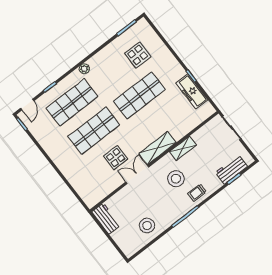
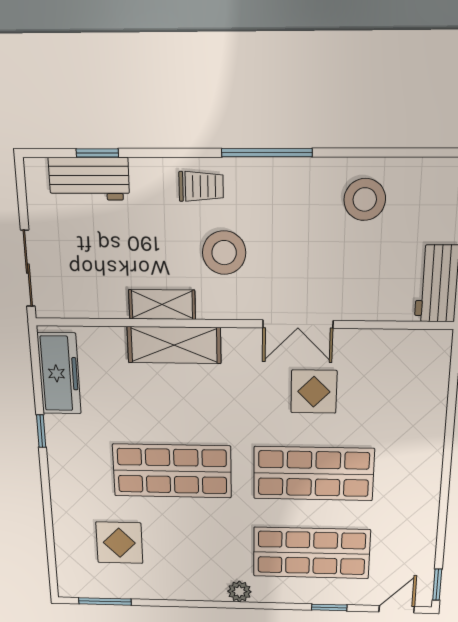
freezer: (192, 91) -> (59, 374), moved
shelving: (158, 148) -> (174, 345), moved

